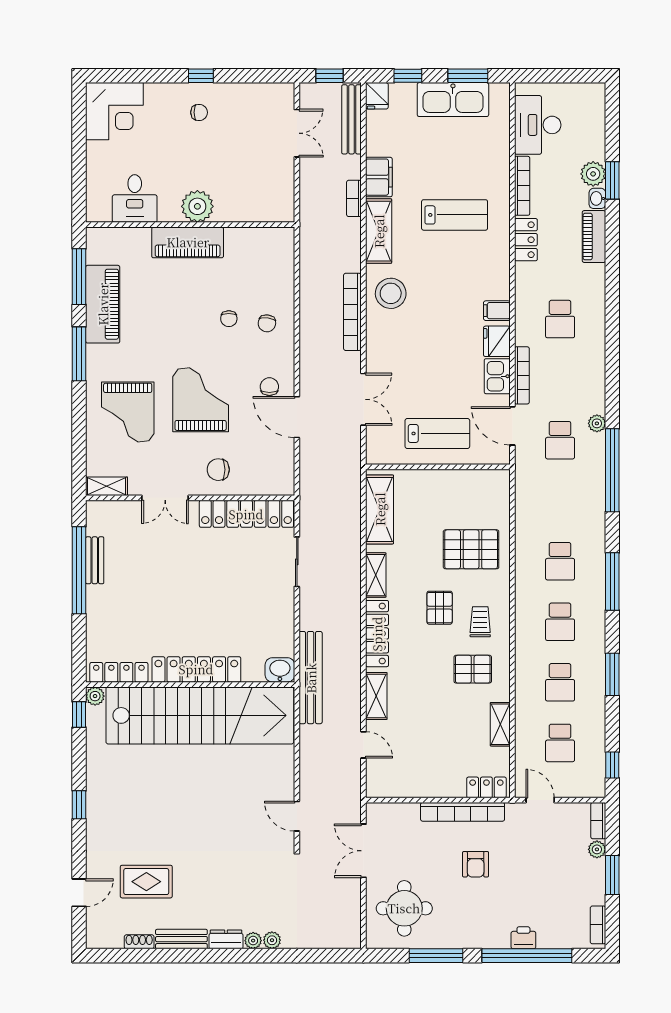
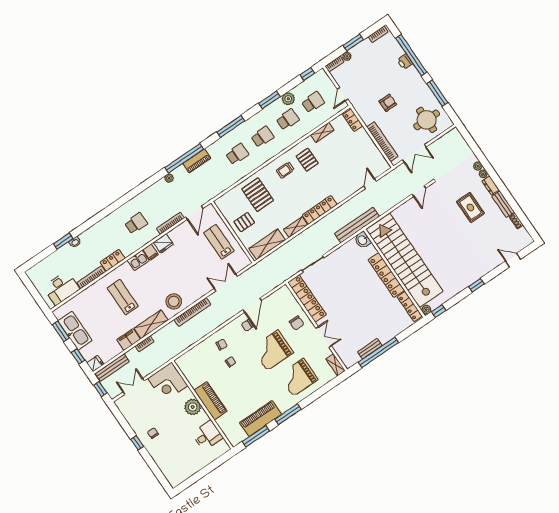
corner desk: (114, 111) -> (168, 382), moved, turned 180
plant: (593, 174) -> (288, 99), moved
piano: (594, 237) -> (197, 161), moved
kitchen sink: (497, 376) -> (138, 260), moved
grand piano: (128, 412) -> (298, 377), turned 180
school desk: (560, 440) -> (187, 189), removed
pallet: (440, 608) -> (244, 222), moved
shelving: (376, 696) -> (346, 192), removed
bookcase: (463, 812) -> (382, 142), moved
rug: (146, 882) -> (470, 207), moved

